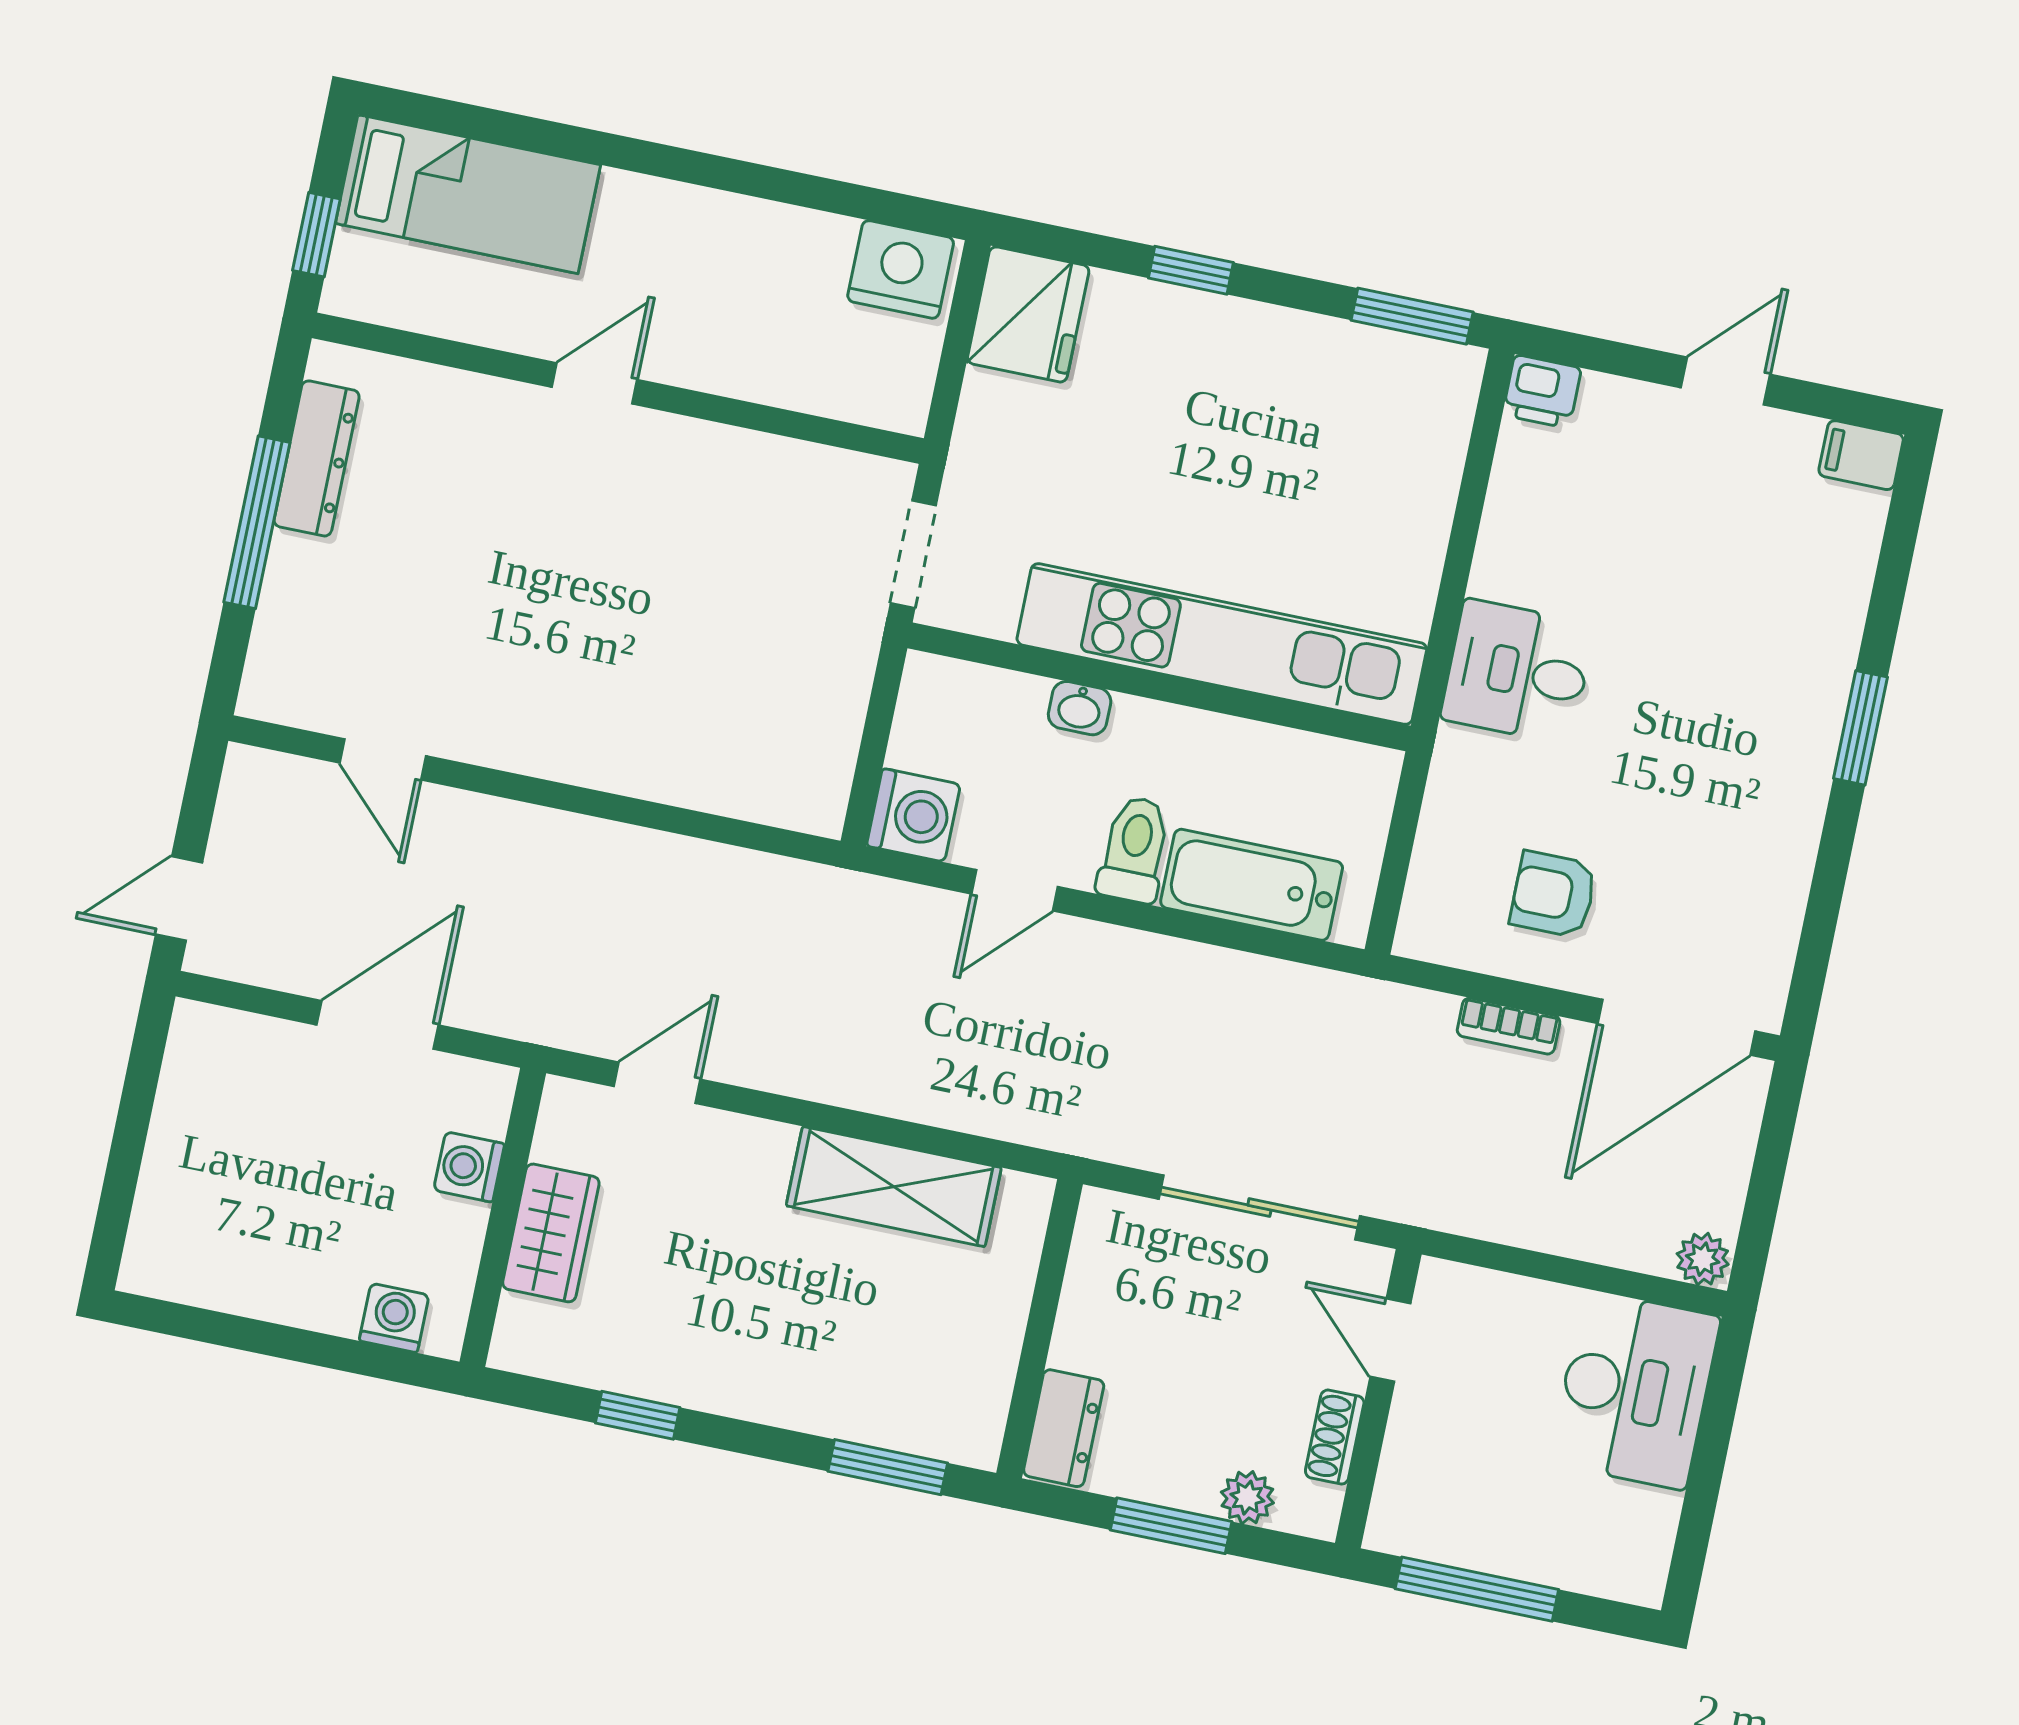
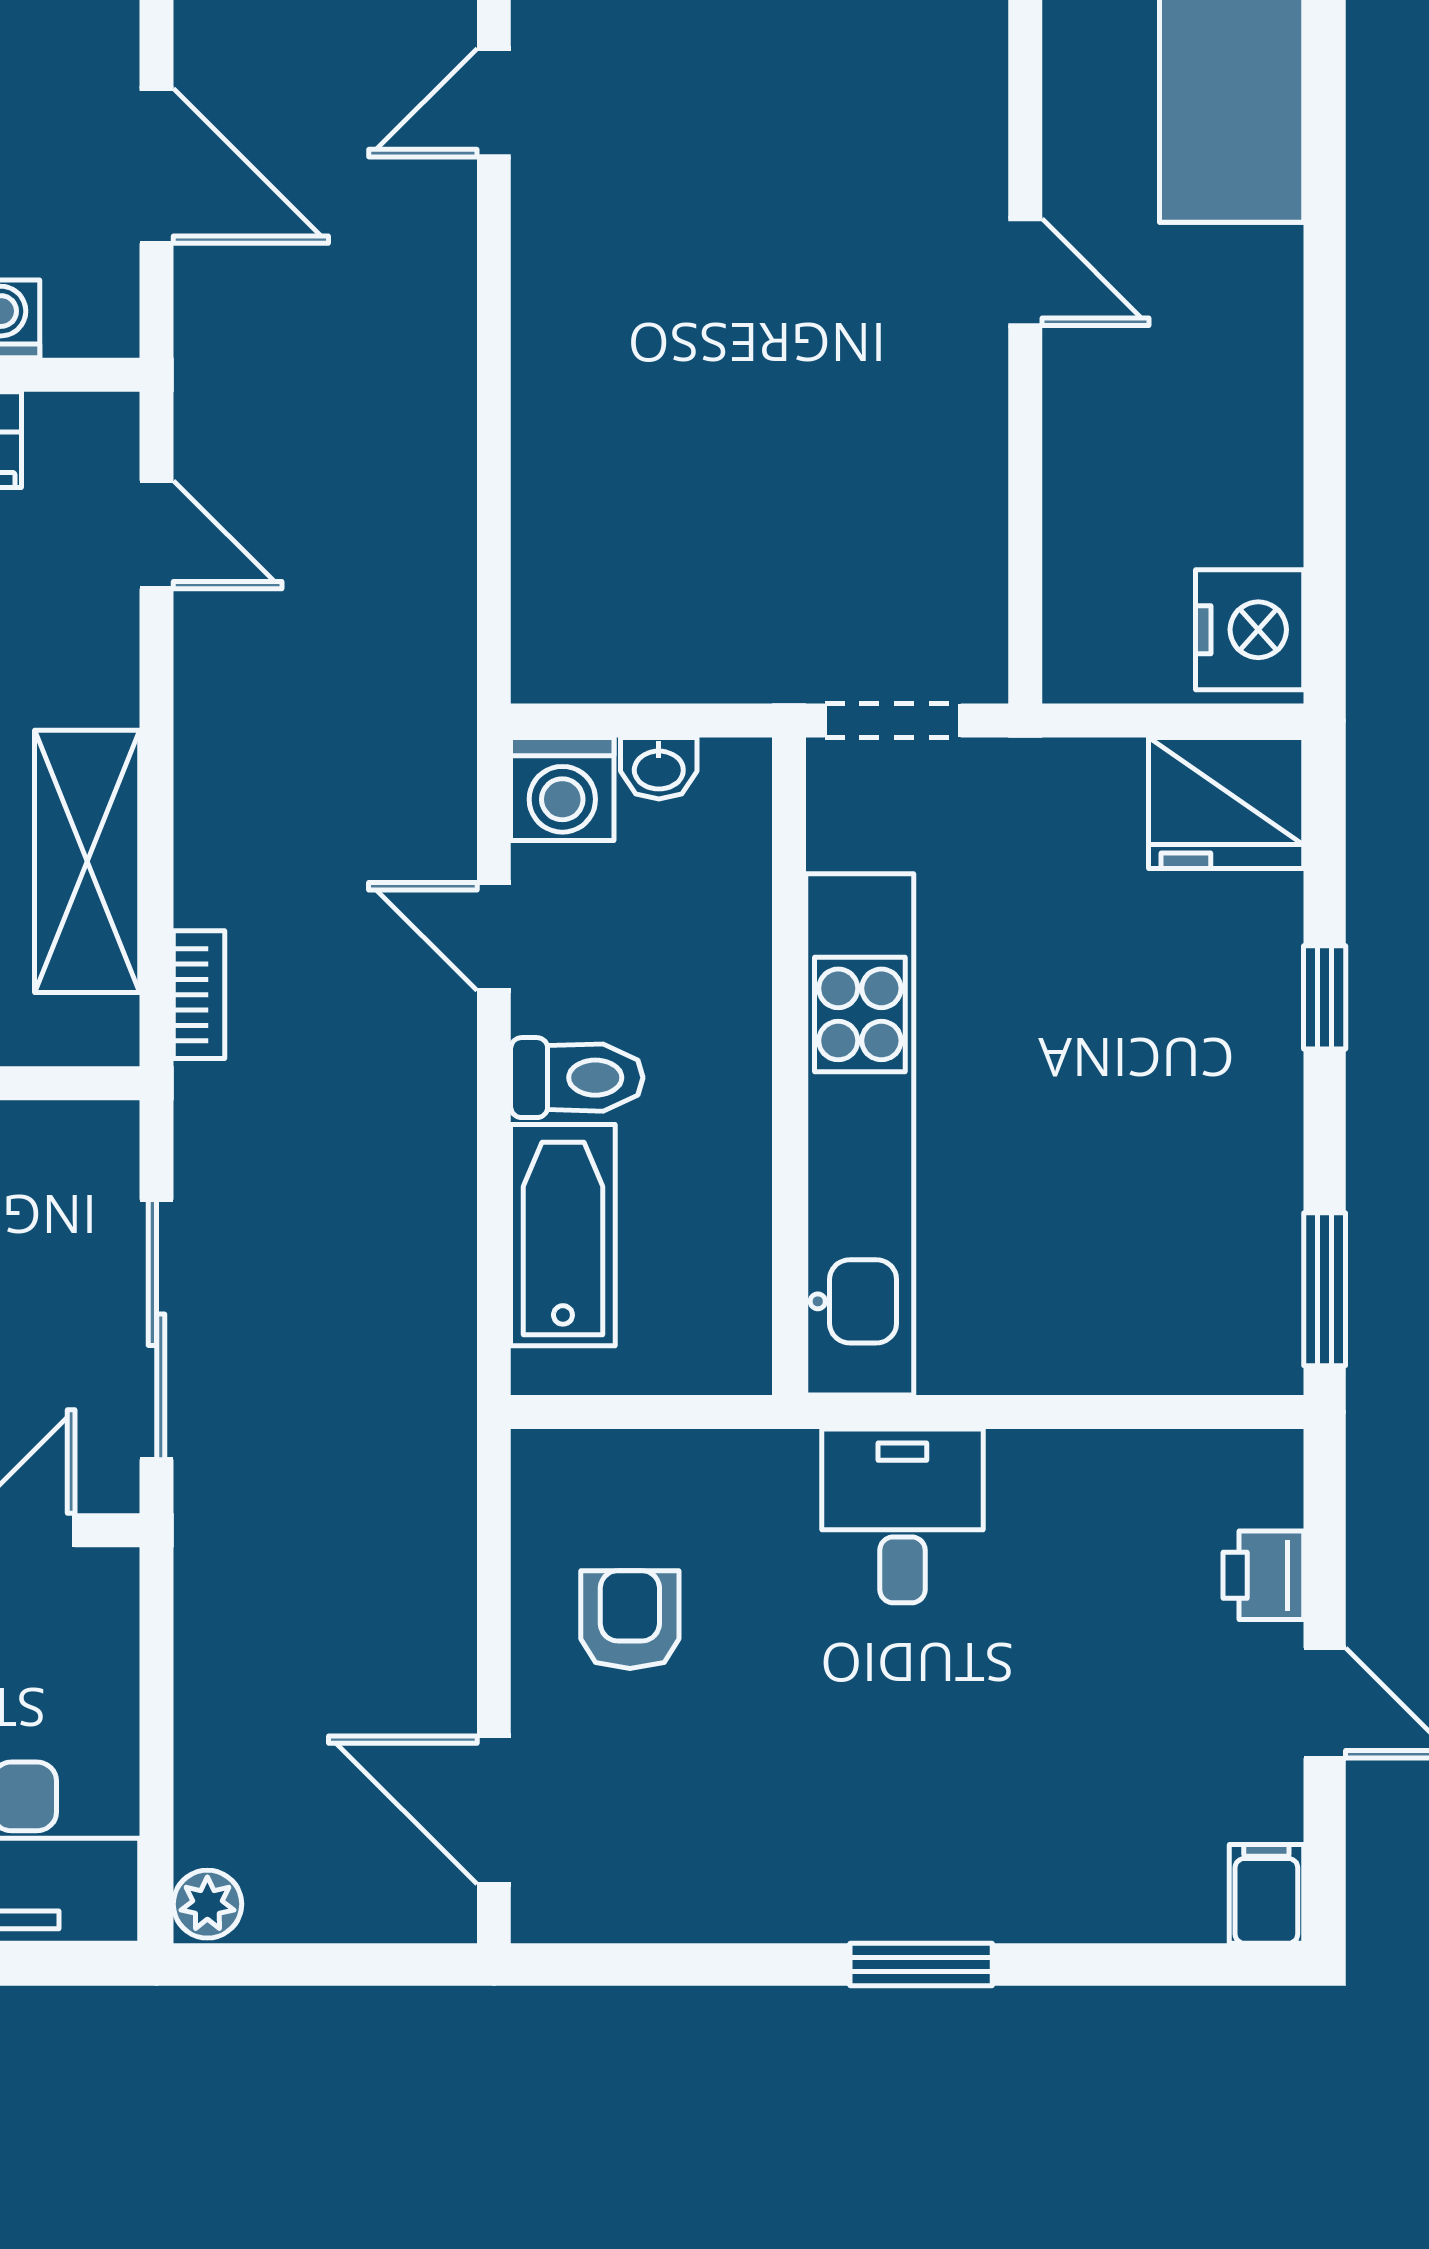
printer: (1542, 391) -> (1263, 1575), moved
washbasin: (1080, 708) -> (659, 768), moved, turned -90
bookcase: (1509, 1026) -> (199, 995), moved, turned 180
door: (1676, 1027) -> (494, 1810), width x0.73

